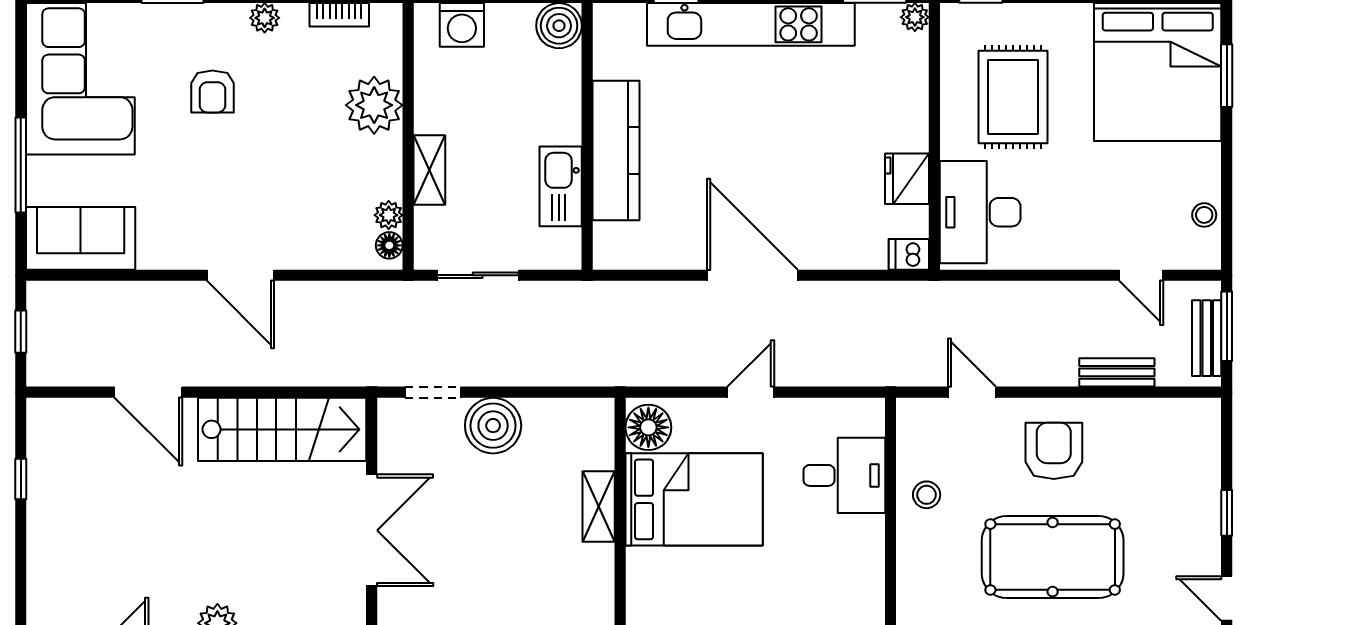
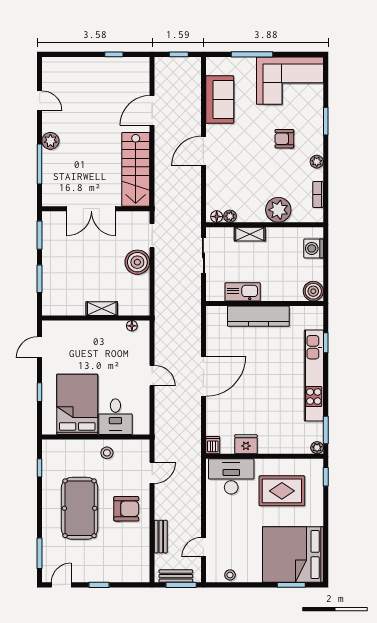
sofa: (81, 238) -> (220, 100), moved
floor lamp: (648, 427) -> (132, 326), width x0.53, depth x0.53
bed: (694, 499) -> (77, 404), moved, turned 180

